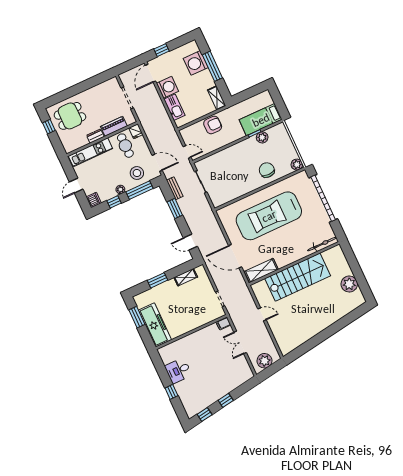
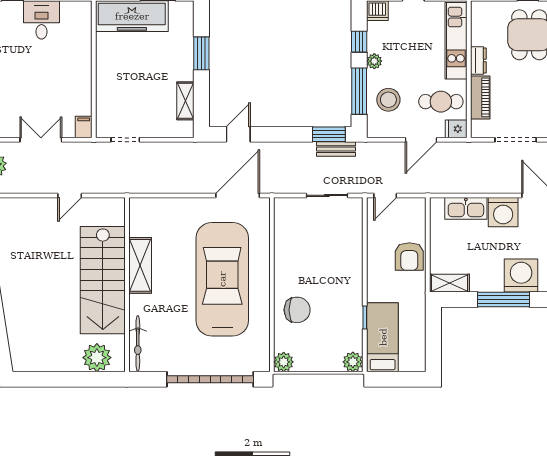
plant: (262, 137) -> (353, 362), moved
door: (157, 163) -> (421, 140), moved
window: (175, 208) -> (329, 134), moved
door: (235, 256) -> (238, 195), moved
shelving: (261, 271) -> (140, 265), moved
plant: (349, 284) -> (97, 358), moved

